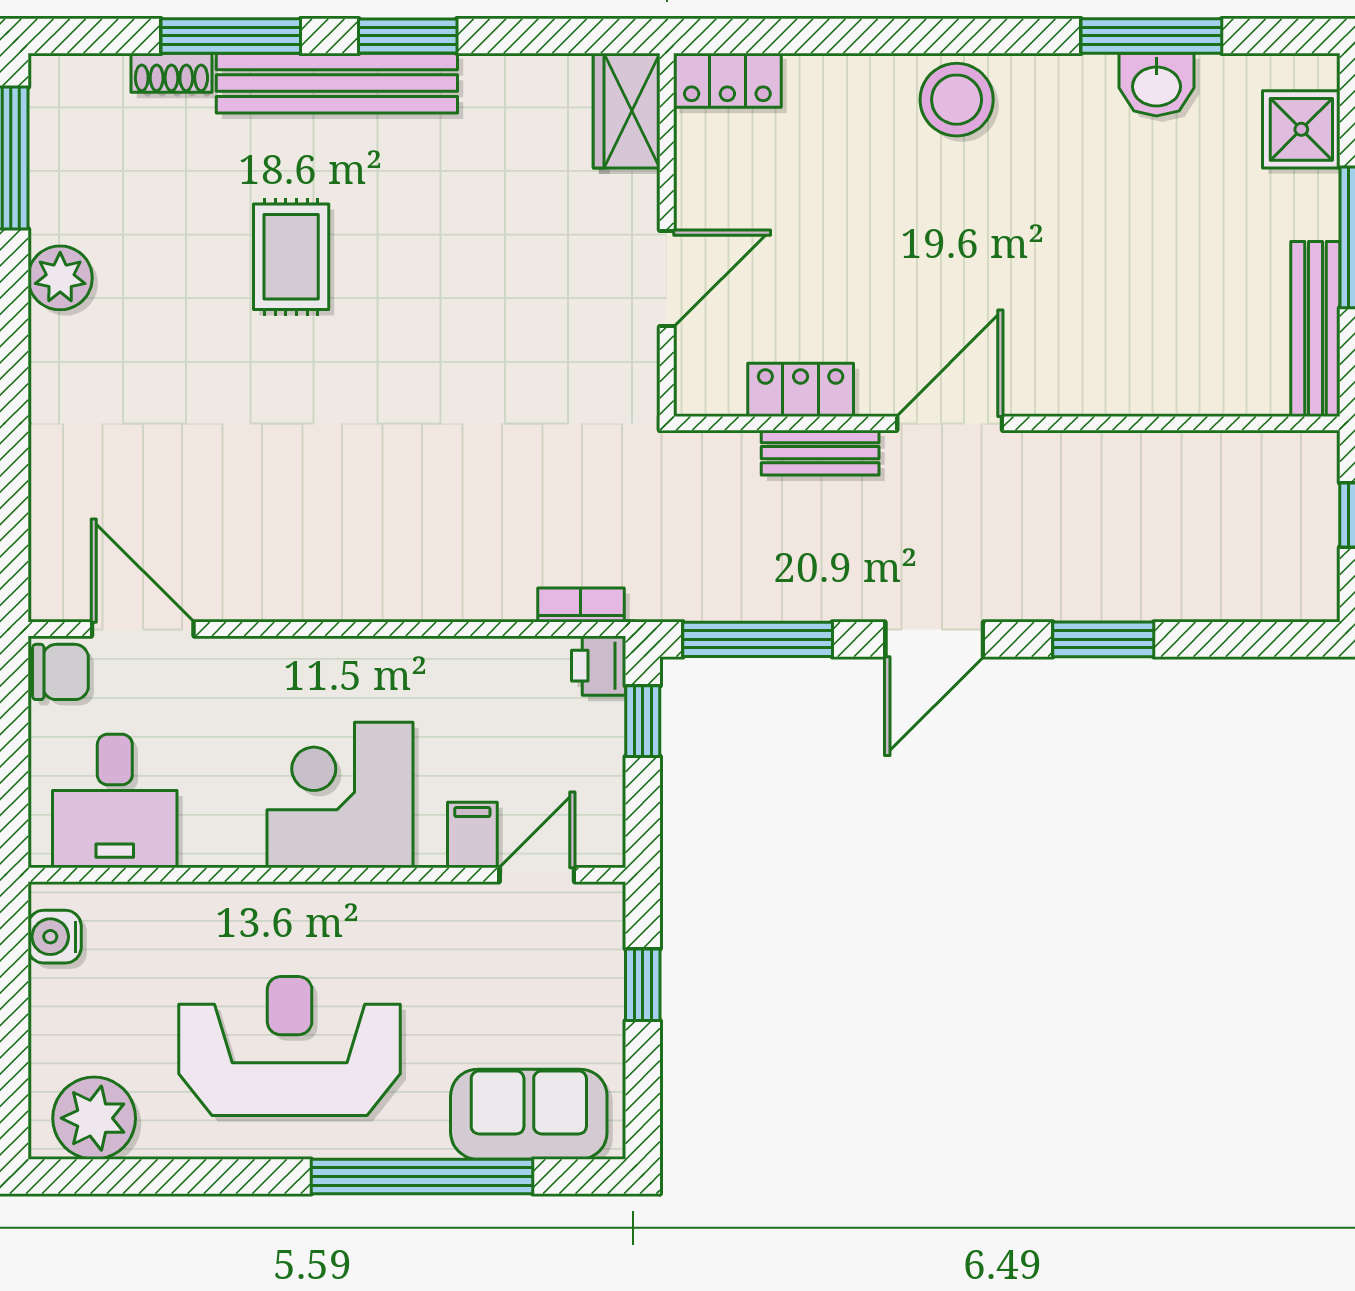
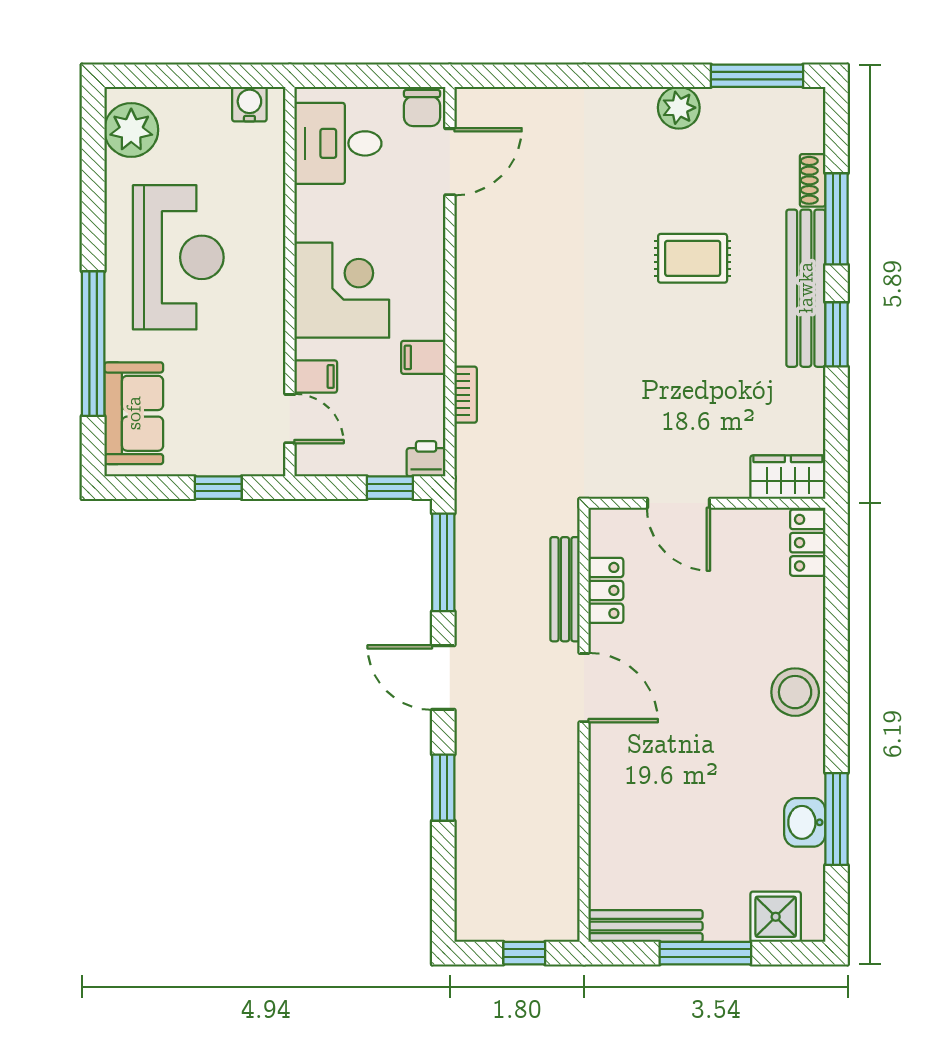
bench: (820, 453) -> (565, 589), width x1.36
bookcase: (581, 605) -> (466, 395), moved
filing cabinet: (443, 670) -> (423, 357), added

